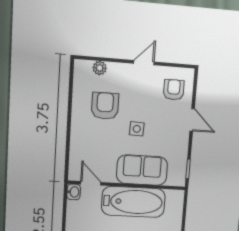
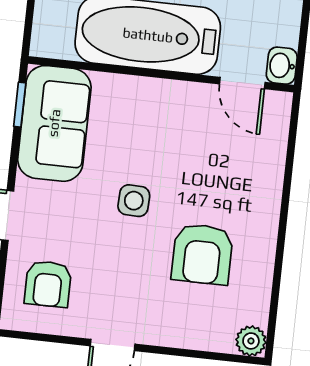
plant: (100, 68) -> (251, 341), moved
sofa: (142, 170) -> (54, 123), moved, turned -90

